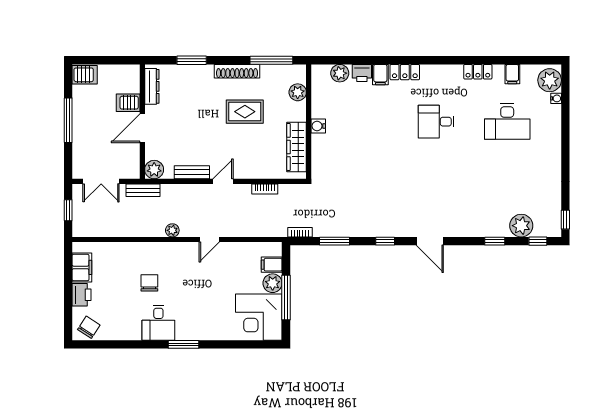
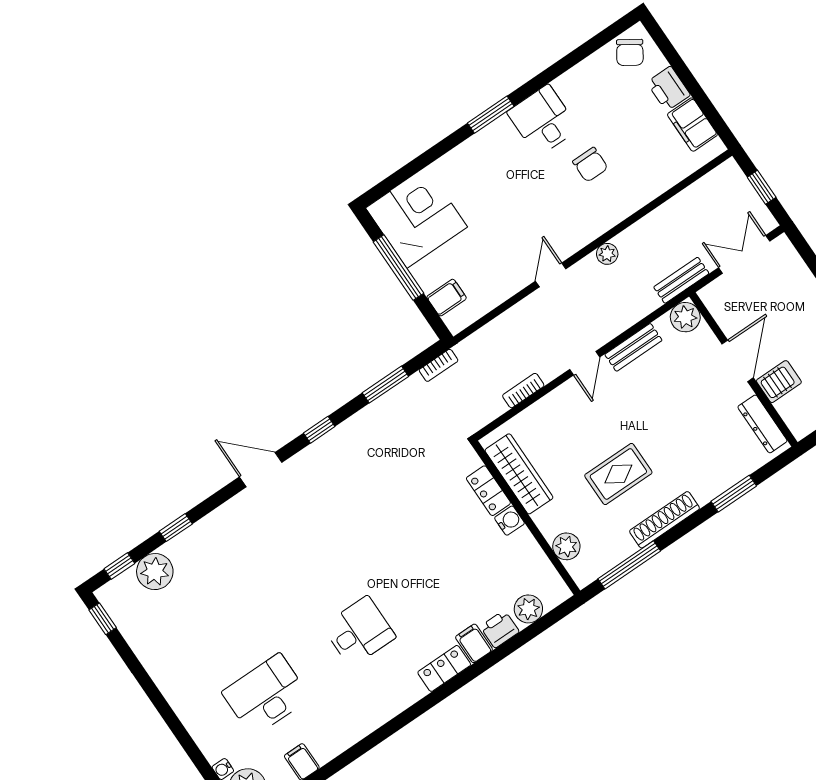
locker: (478, 72) -> (488, 491), moved, turned -90
plant: (273, 283) -> (429, 274), removed

